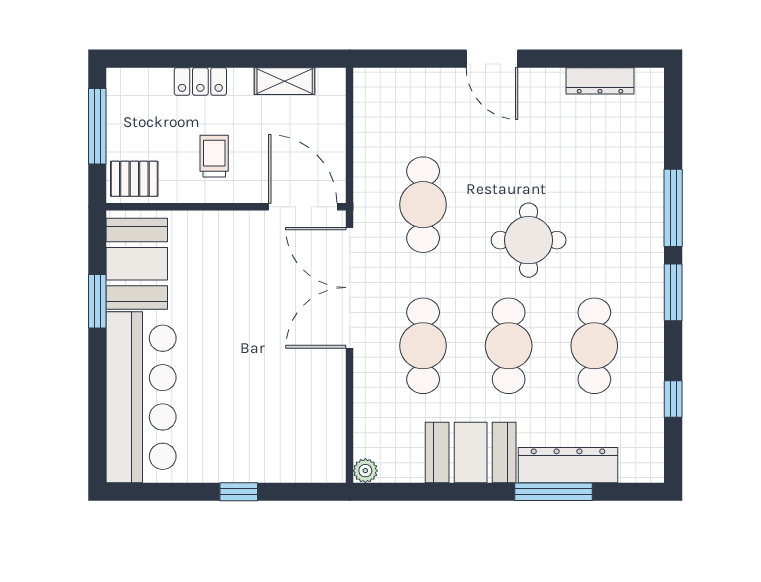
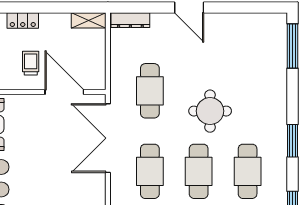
shelving: (285, 81) -> (89, 20), moved
dresser: (600, 81) -> (130, 20), moved
door: (303, 207) -> (64, 92), moved
window: (673, 208) -> (293, 46), moved

